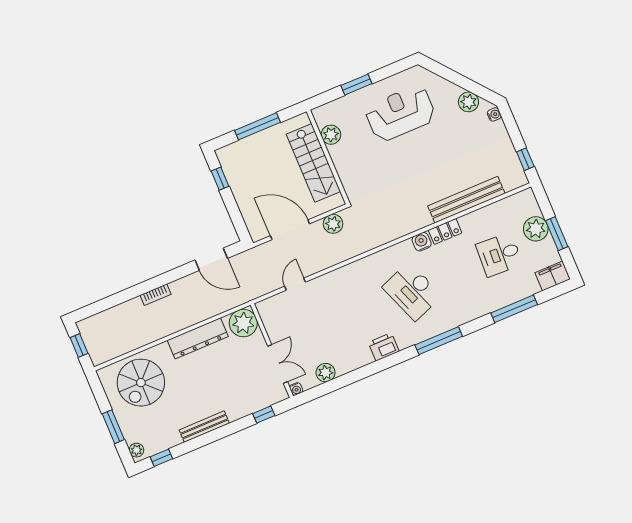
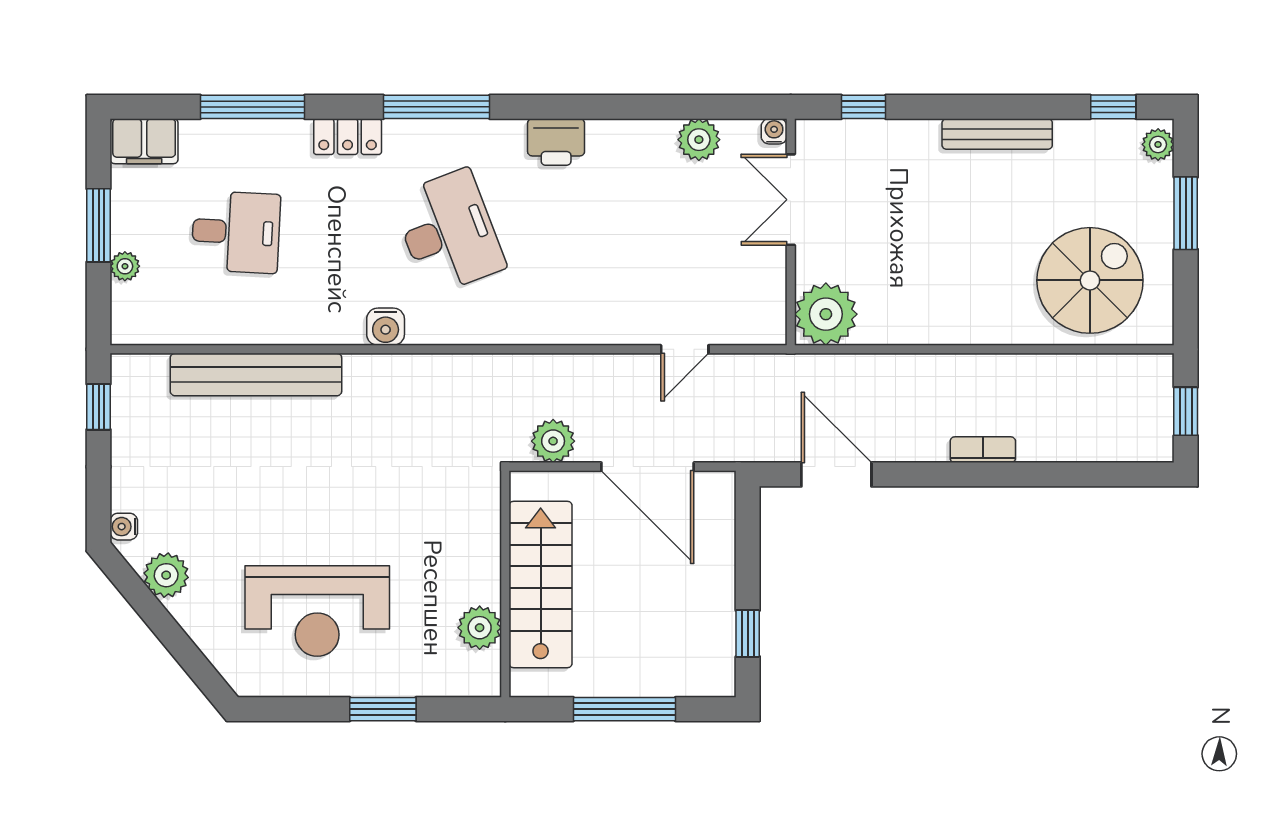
plant: (536, 229) -> (125, 266), width x0.53, depth x0.53
locker: (445, 231) -> (348, 137), moved, turned 180
dresser: (198, 338) -> (933, 322), removed

